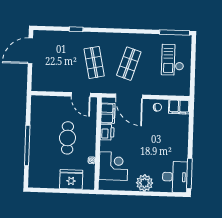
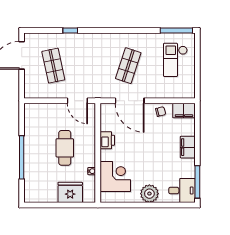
shop shelf: (94, 62) -> (53, 66), moved
filing cabinet: (108, 113) -> (188, 147), moved, turned 180
desk: (175, 177) -> (182, 191), width x0.73

